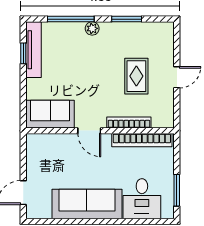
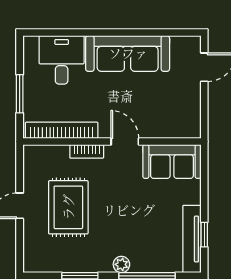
rug: (136, 76) -> (68, 207), width x1.36, depth x1.43
bookcase: (129, 122) -> (87, 151), width x0.64
window: (177, 190) -> (20, 94), moved

